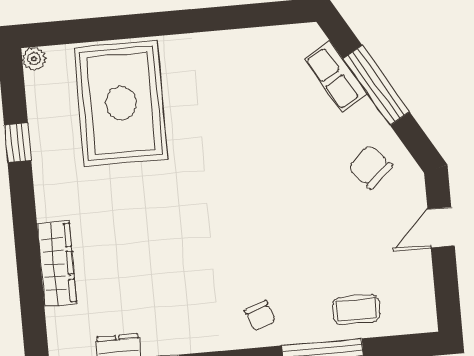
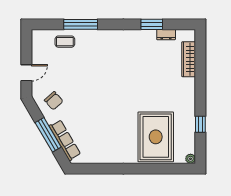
row of seats: (336, 76) -> (65, 140), width x1.48
wardrobe: (57, 264) -> (189, 59), moved
chair: (260, 316) -> (105, 43), removed

